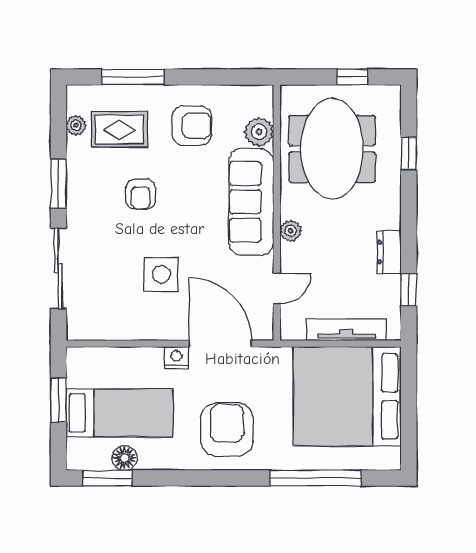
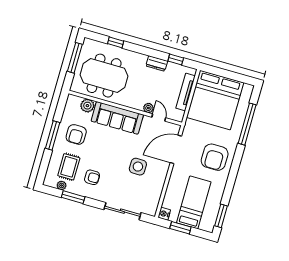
window: (133, 77) -> (53, 135), moved
window: (352, 77) -> (75, 58), width x2.17
armchair: (192, 126) -> (76, 134), turned 180
window: (58, 183) -> (73, 197), moved
armchair: (141, 194) -> (92, 177), moved
plant: (291, 231) -> (148, 108), moved
nightstand: (176, 358) -> (164, 214), moved
armchair: (227, 430) -> (215, 157), turned -90
floor lamp: (125, 458) -> (214, 206), removed

